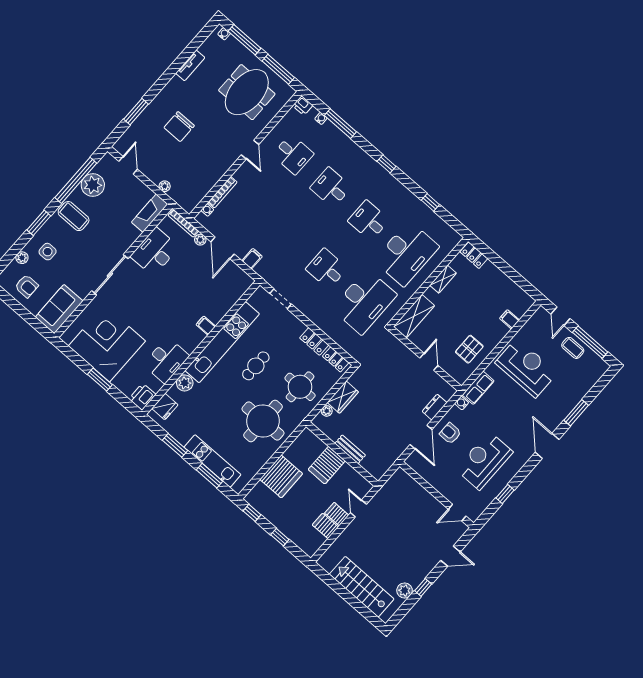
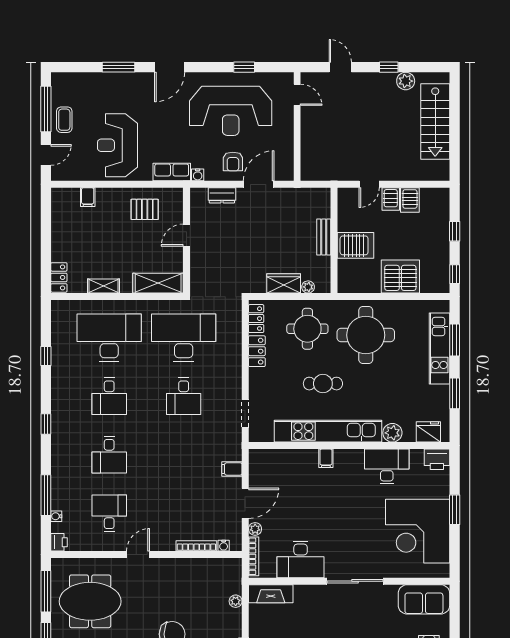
reception desk: (484, 461) -> (231, 111), width x1.36, depth x1.30

